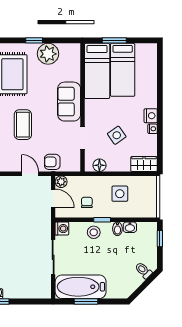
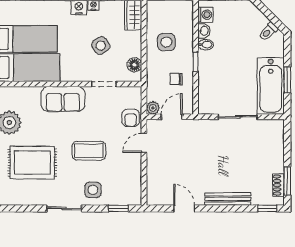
washing machine: (62, 229) -> (205, 15), moved, turned 90
stool: (94, 232) -> (210, 71), removed
toilet: (143, 270) -> (268, 31), moved

